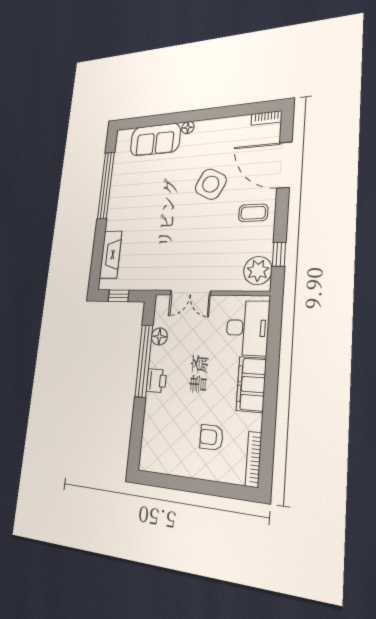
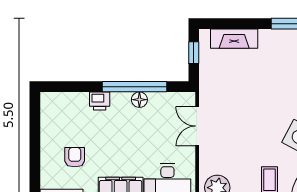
floor lamp: (159, 336) -> (139, 100), moved
printer: (156, 381) -> (100, 101), moved

